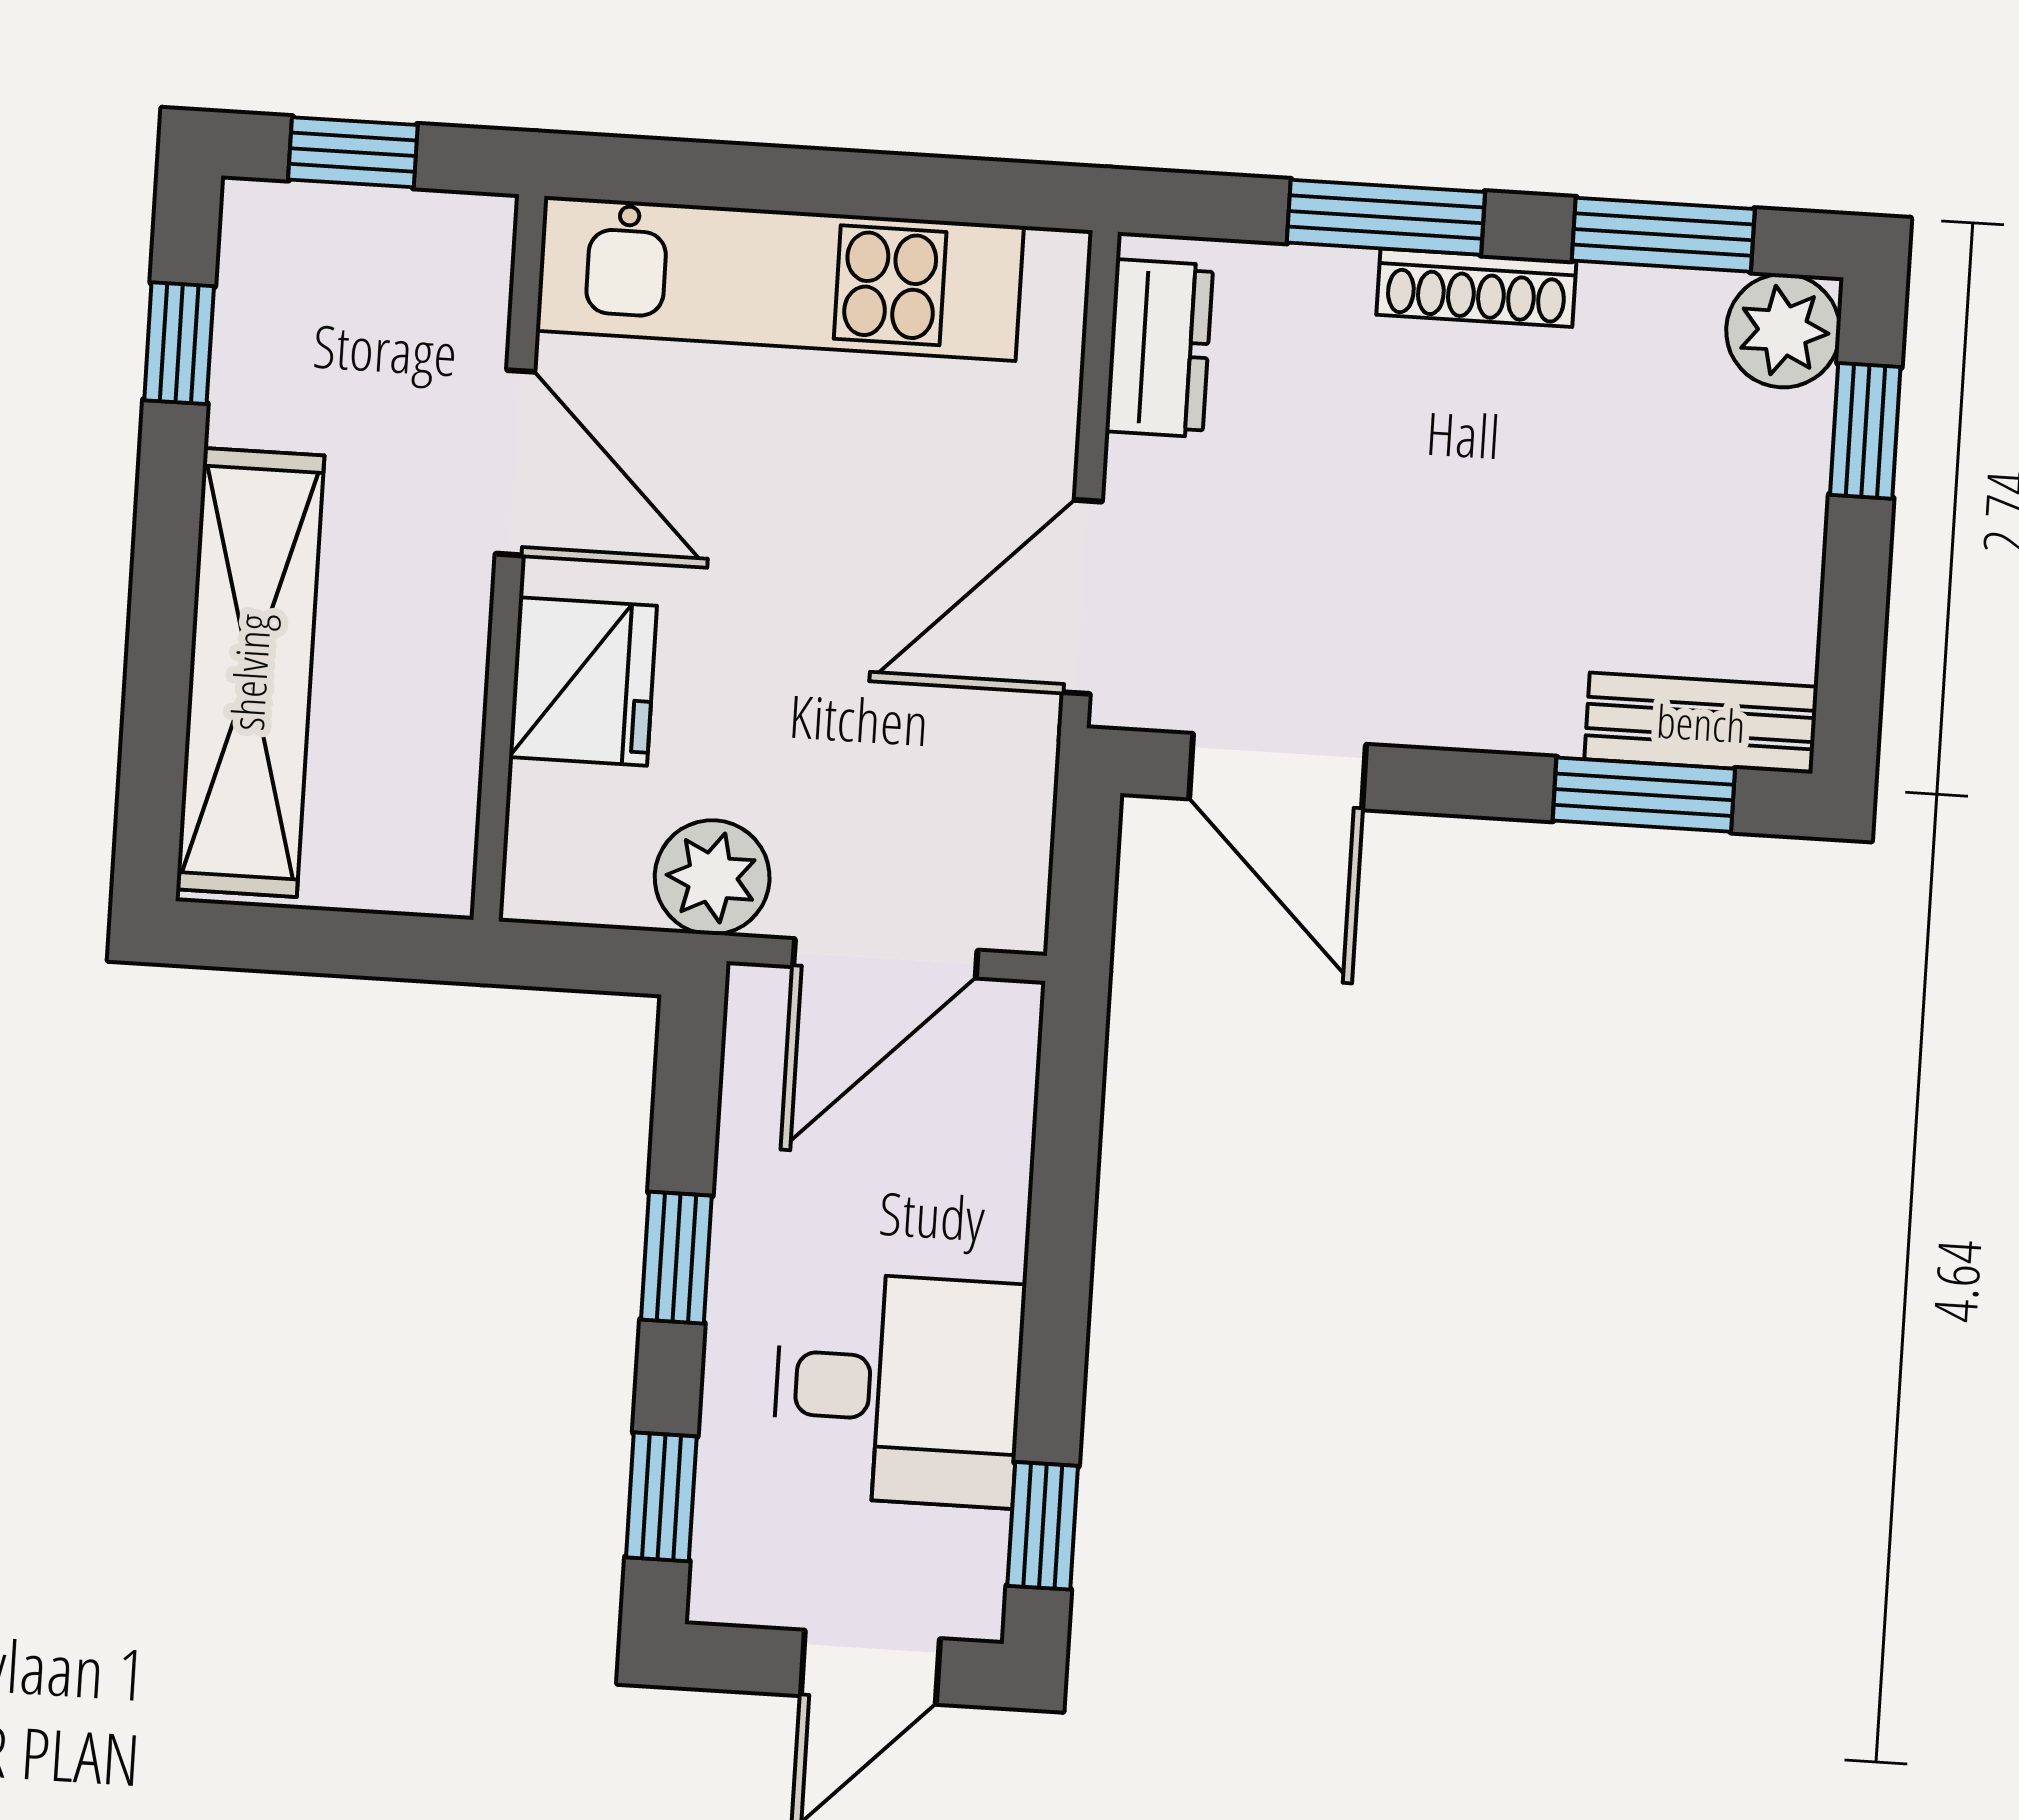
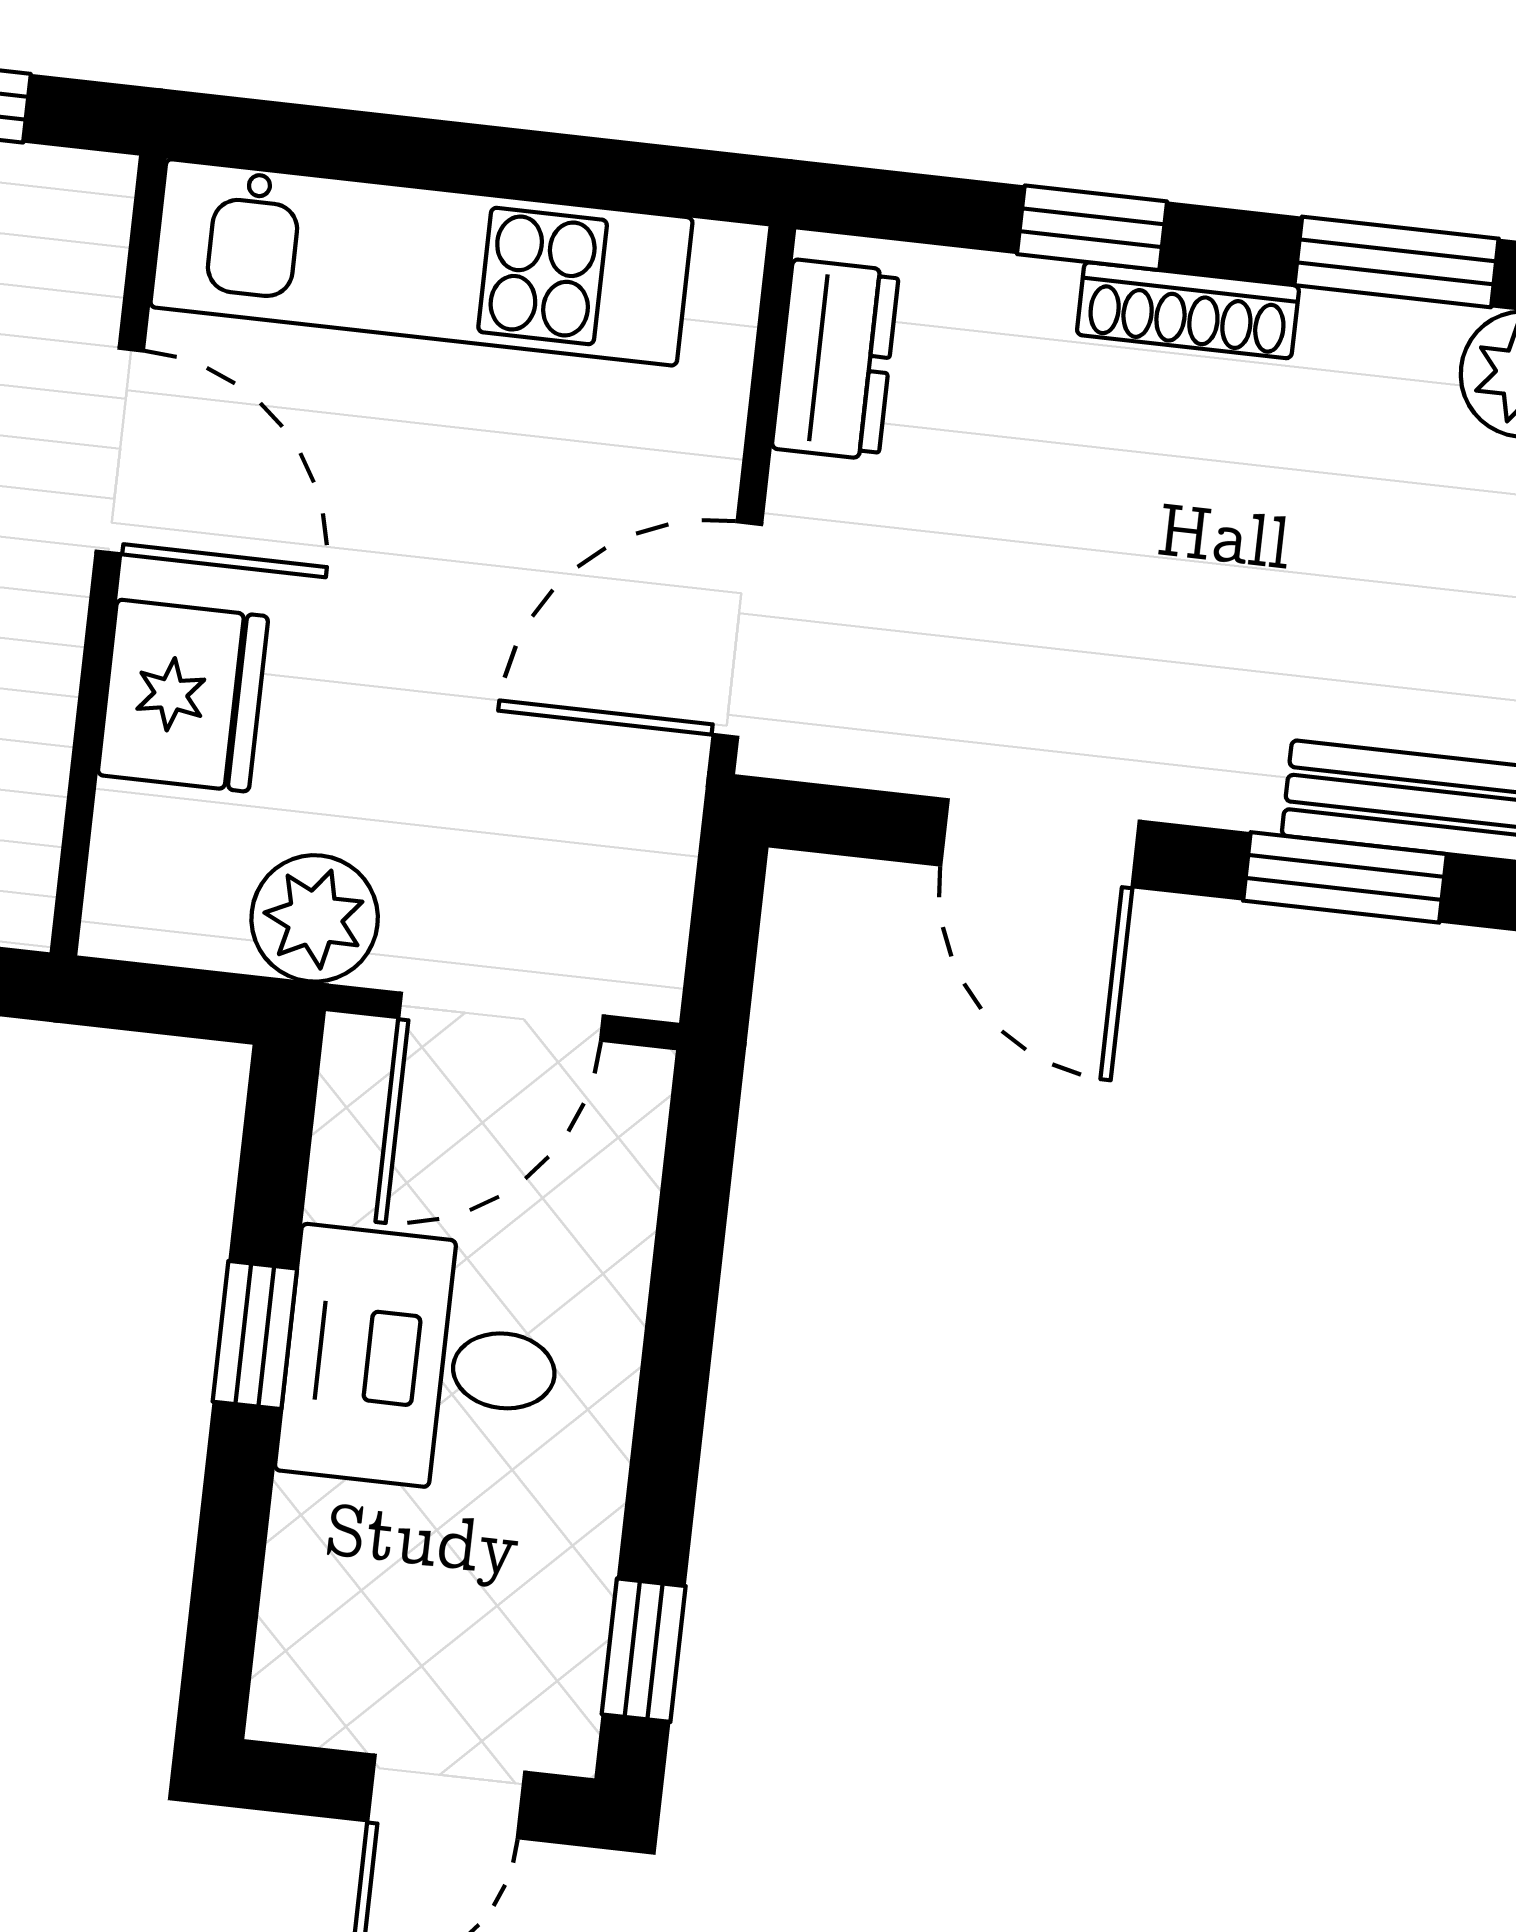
window: (1386, 217) -> (1092, 228), width x0.67
door: (1278, 772) -> (1040, 843), moved
desk: (898, 1389) -> (421, 1362), moved, turned 180
window: (661, 1497) -> (225, 1598), removed

